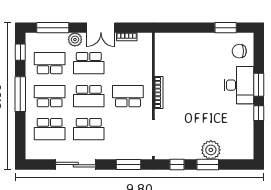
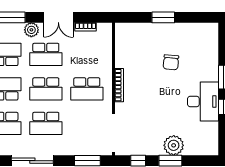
window: (226, 28) -> (163, 17), moved
chair: (239, 51) -> (171, 62), moved, turned -85
desk: (239, 85) -> (203, 101), moved
school desk: (128, 96) -> (87, 89), turned 180

